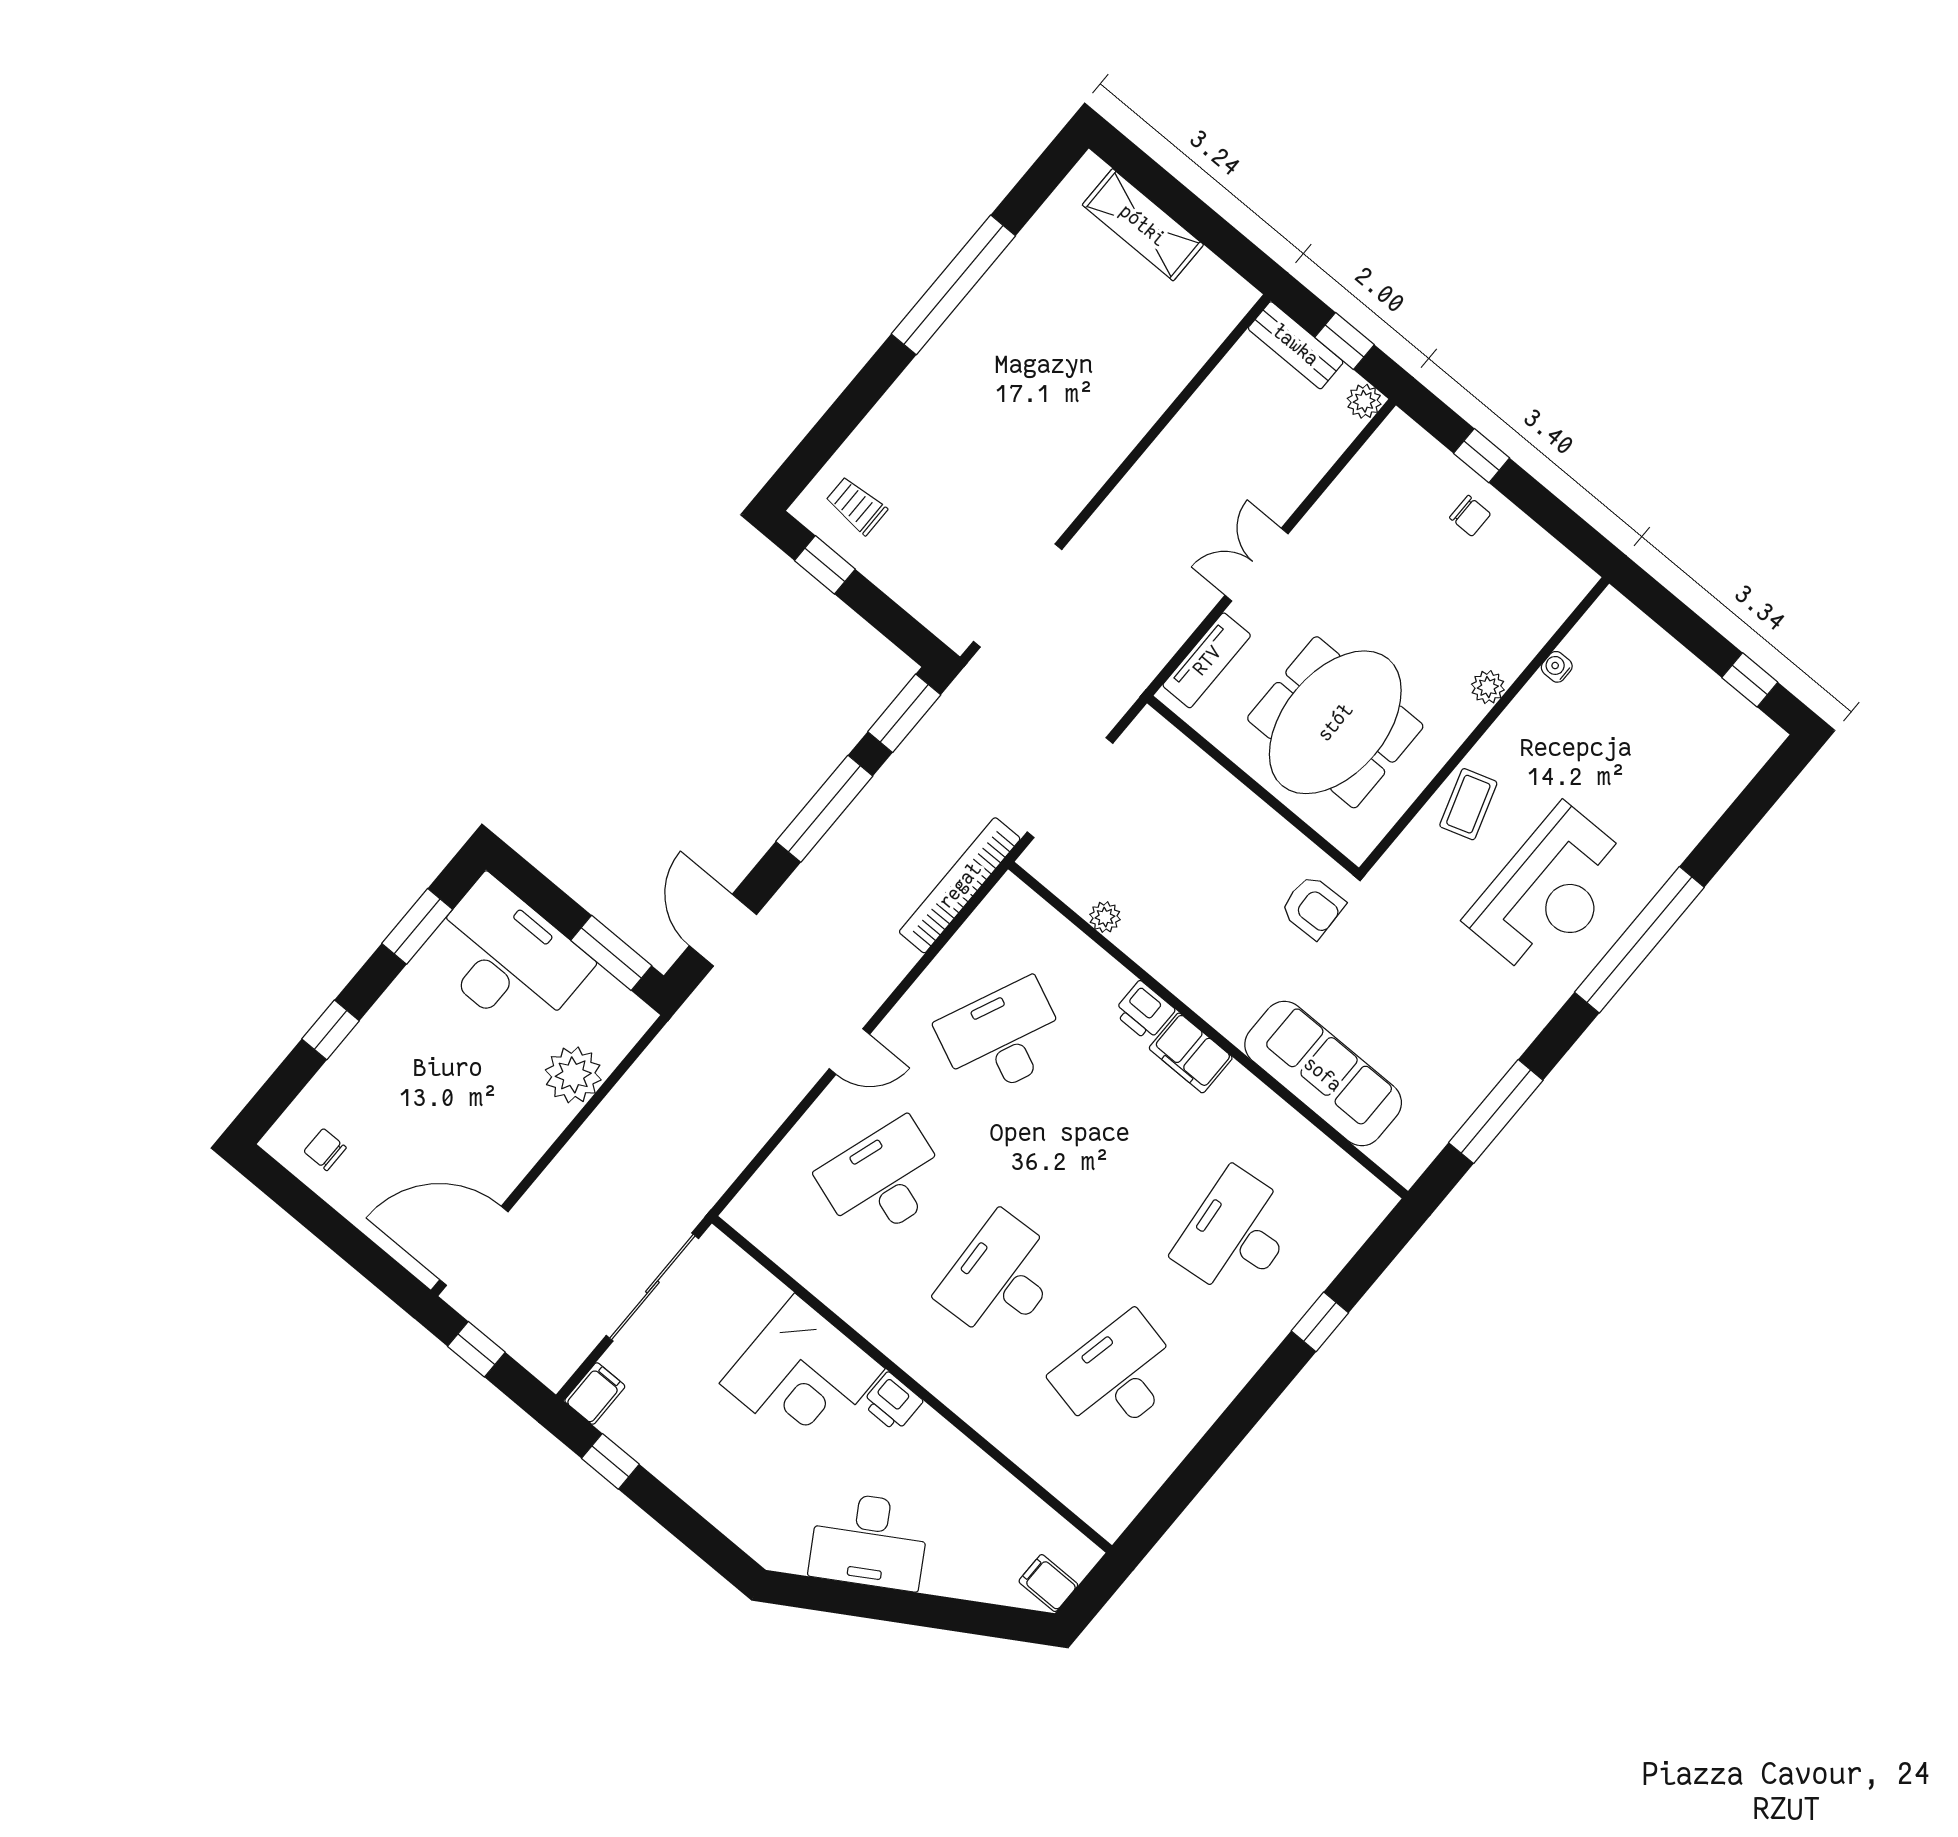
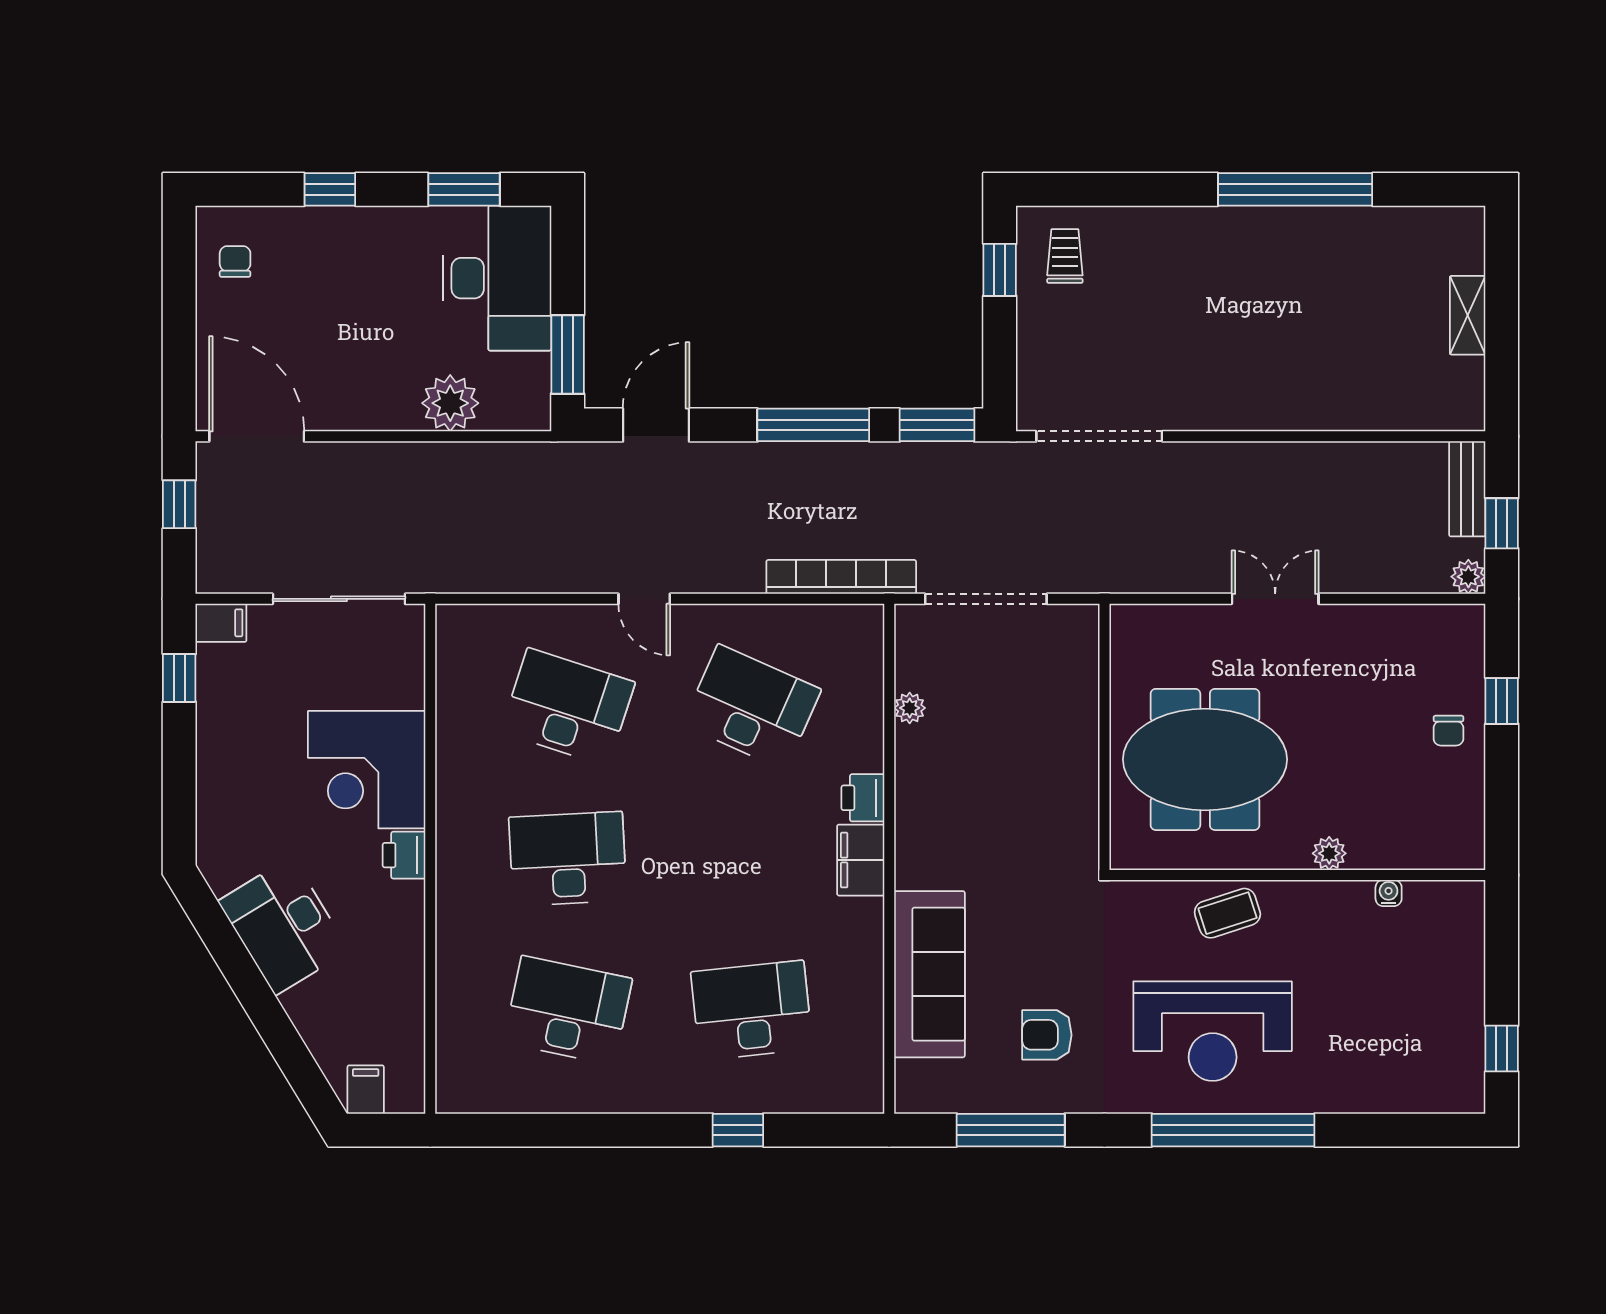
shelving: (1143, 225) -> (1468, 315), width x0.67, depth x0.75
tv unit: (1207, 660) -> (1170, 622), removed
armchair: (1313, 907) -> (1047, 1035), moved, turned 92

